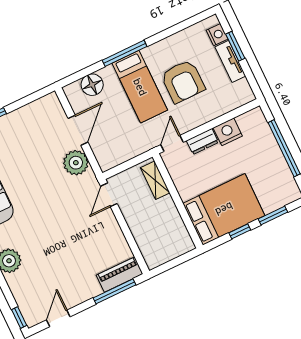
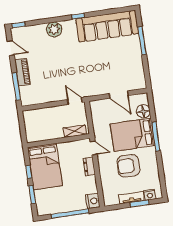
bed: (140, 87) -> (133, 135), width x1.50
nightstand: (228, 132) -> (93, 201), moved
plant: (76, 163) -> (100, 87), removed
piano: (120, 275) -> (22, 72), moved

